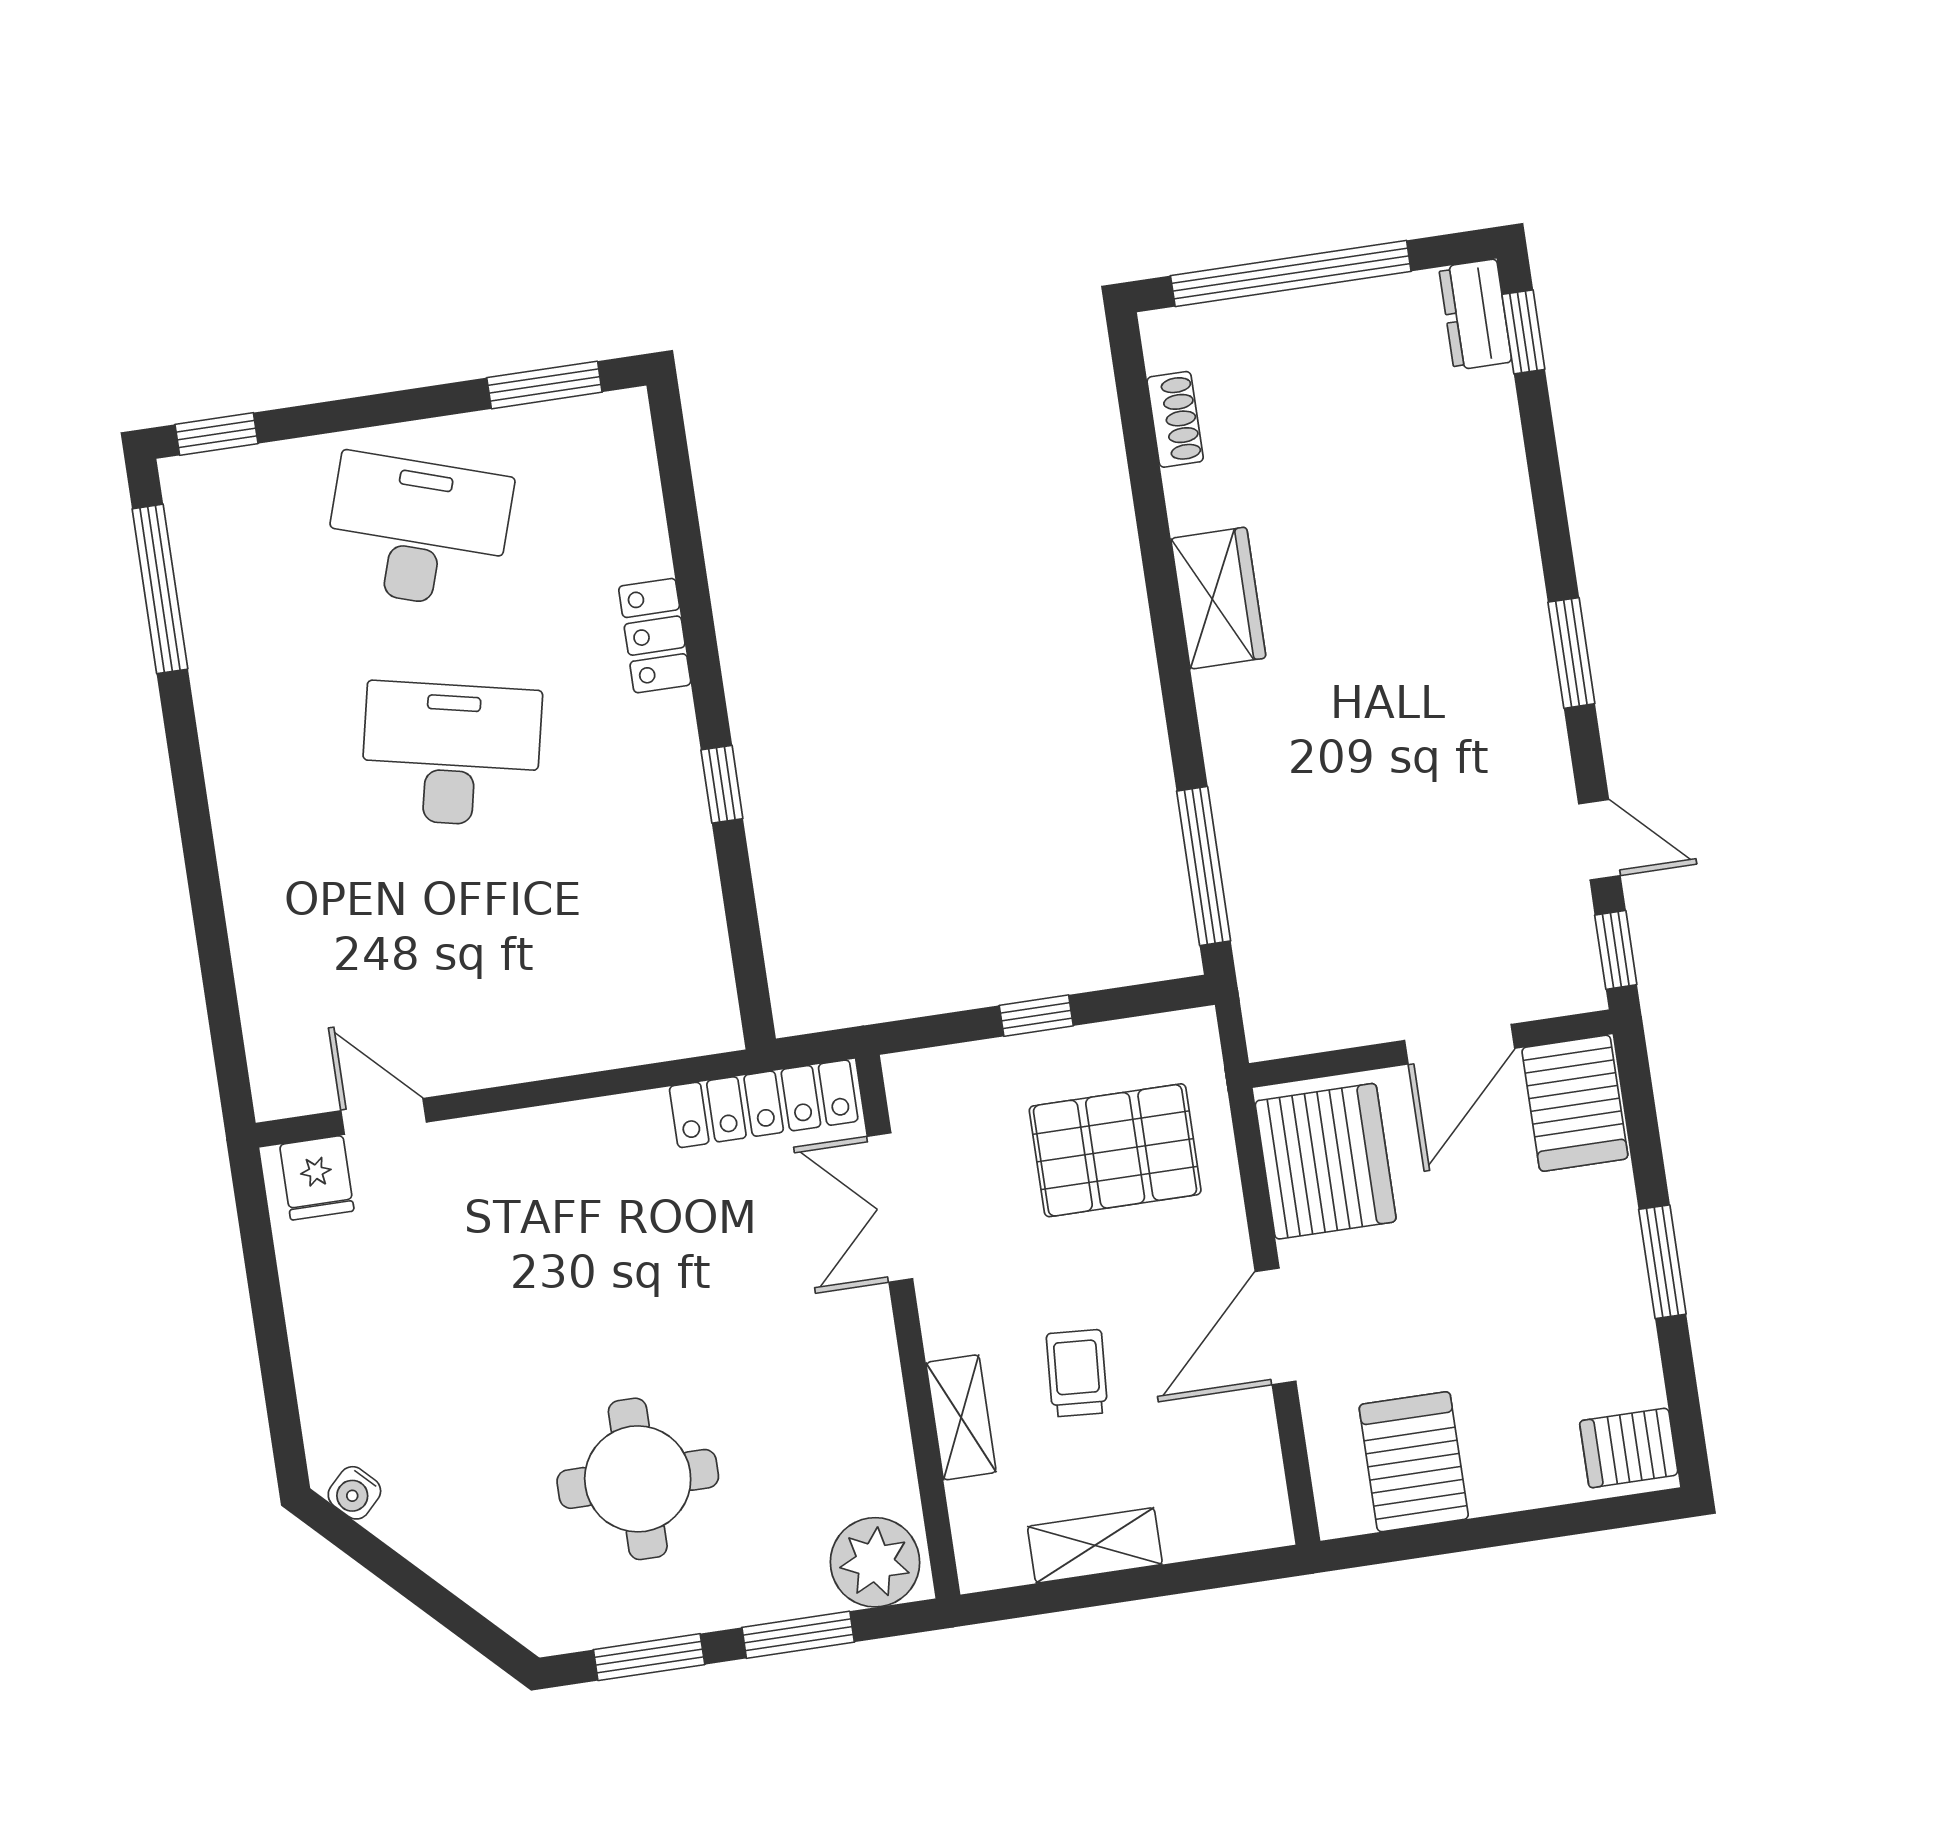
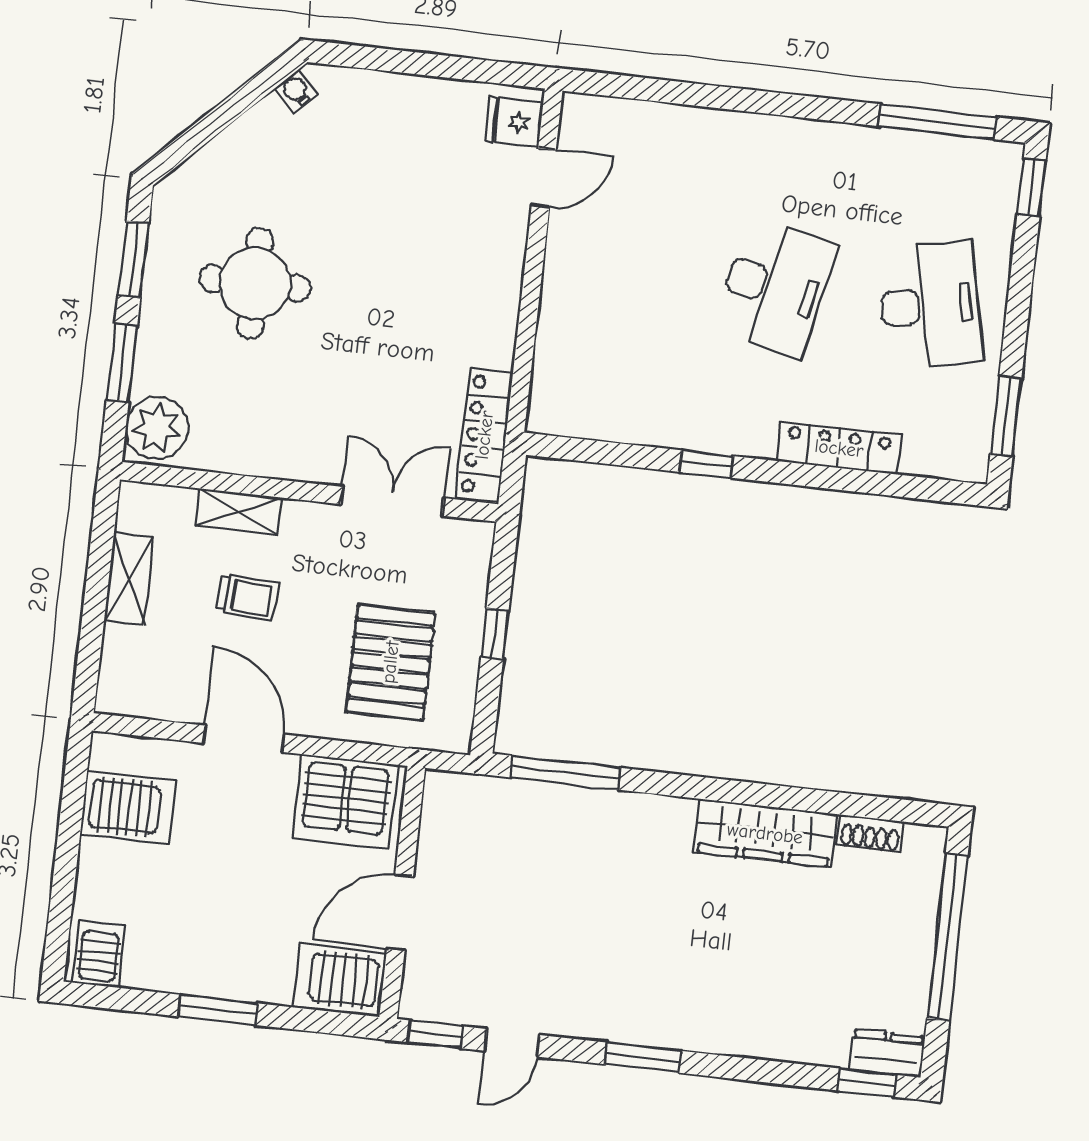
desk: (418, 531) -> (930, 305), turned -30
wardrobe: (1218, 598) -> (765, 833), width x1.50
locker: (655, 636) -> (839, 448), width x1.53
door: (1460, 1044) -> (400, 913), hinge flipped

